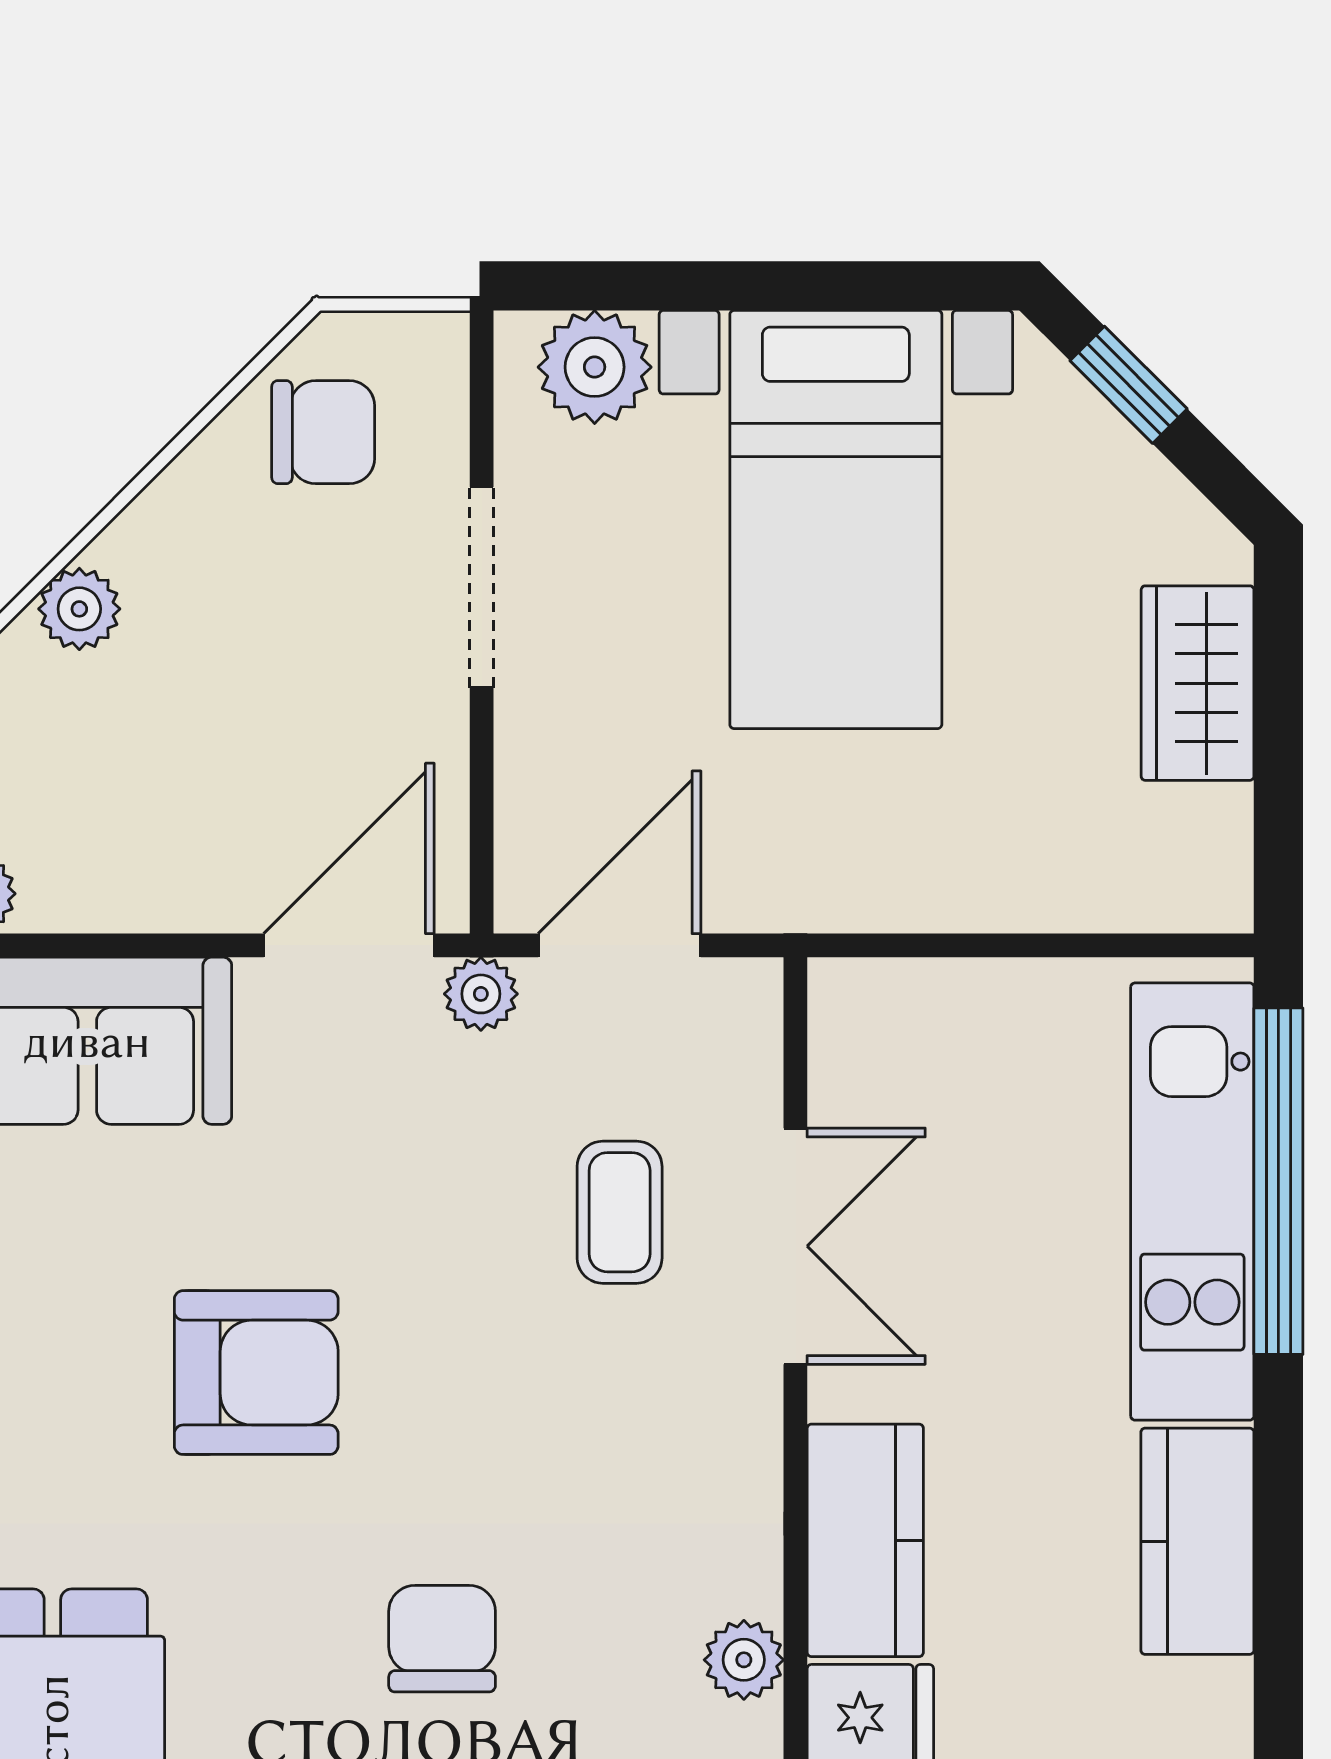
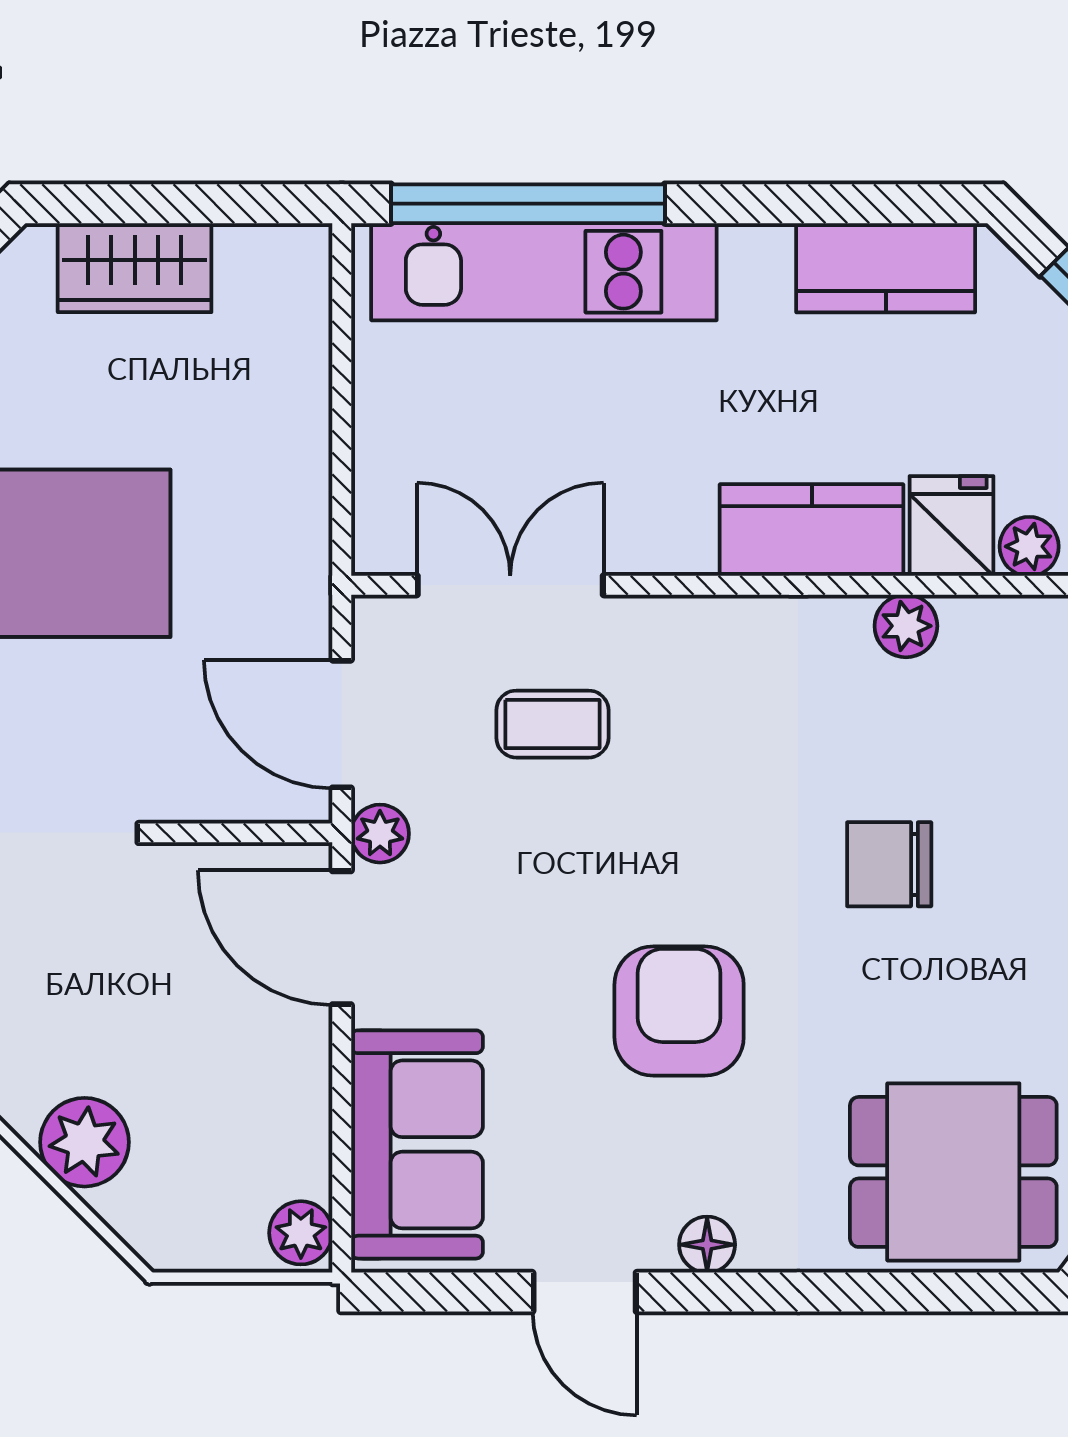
plant: (79, 609) -> (85, 1142), width x1.38, depth x1.38
double door: (795, 1246) -> (510, 585), moved
kitchen counter: (1197, 1541) -> (886, 268), moved

